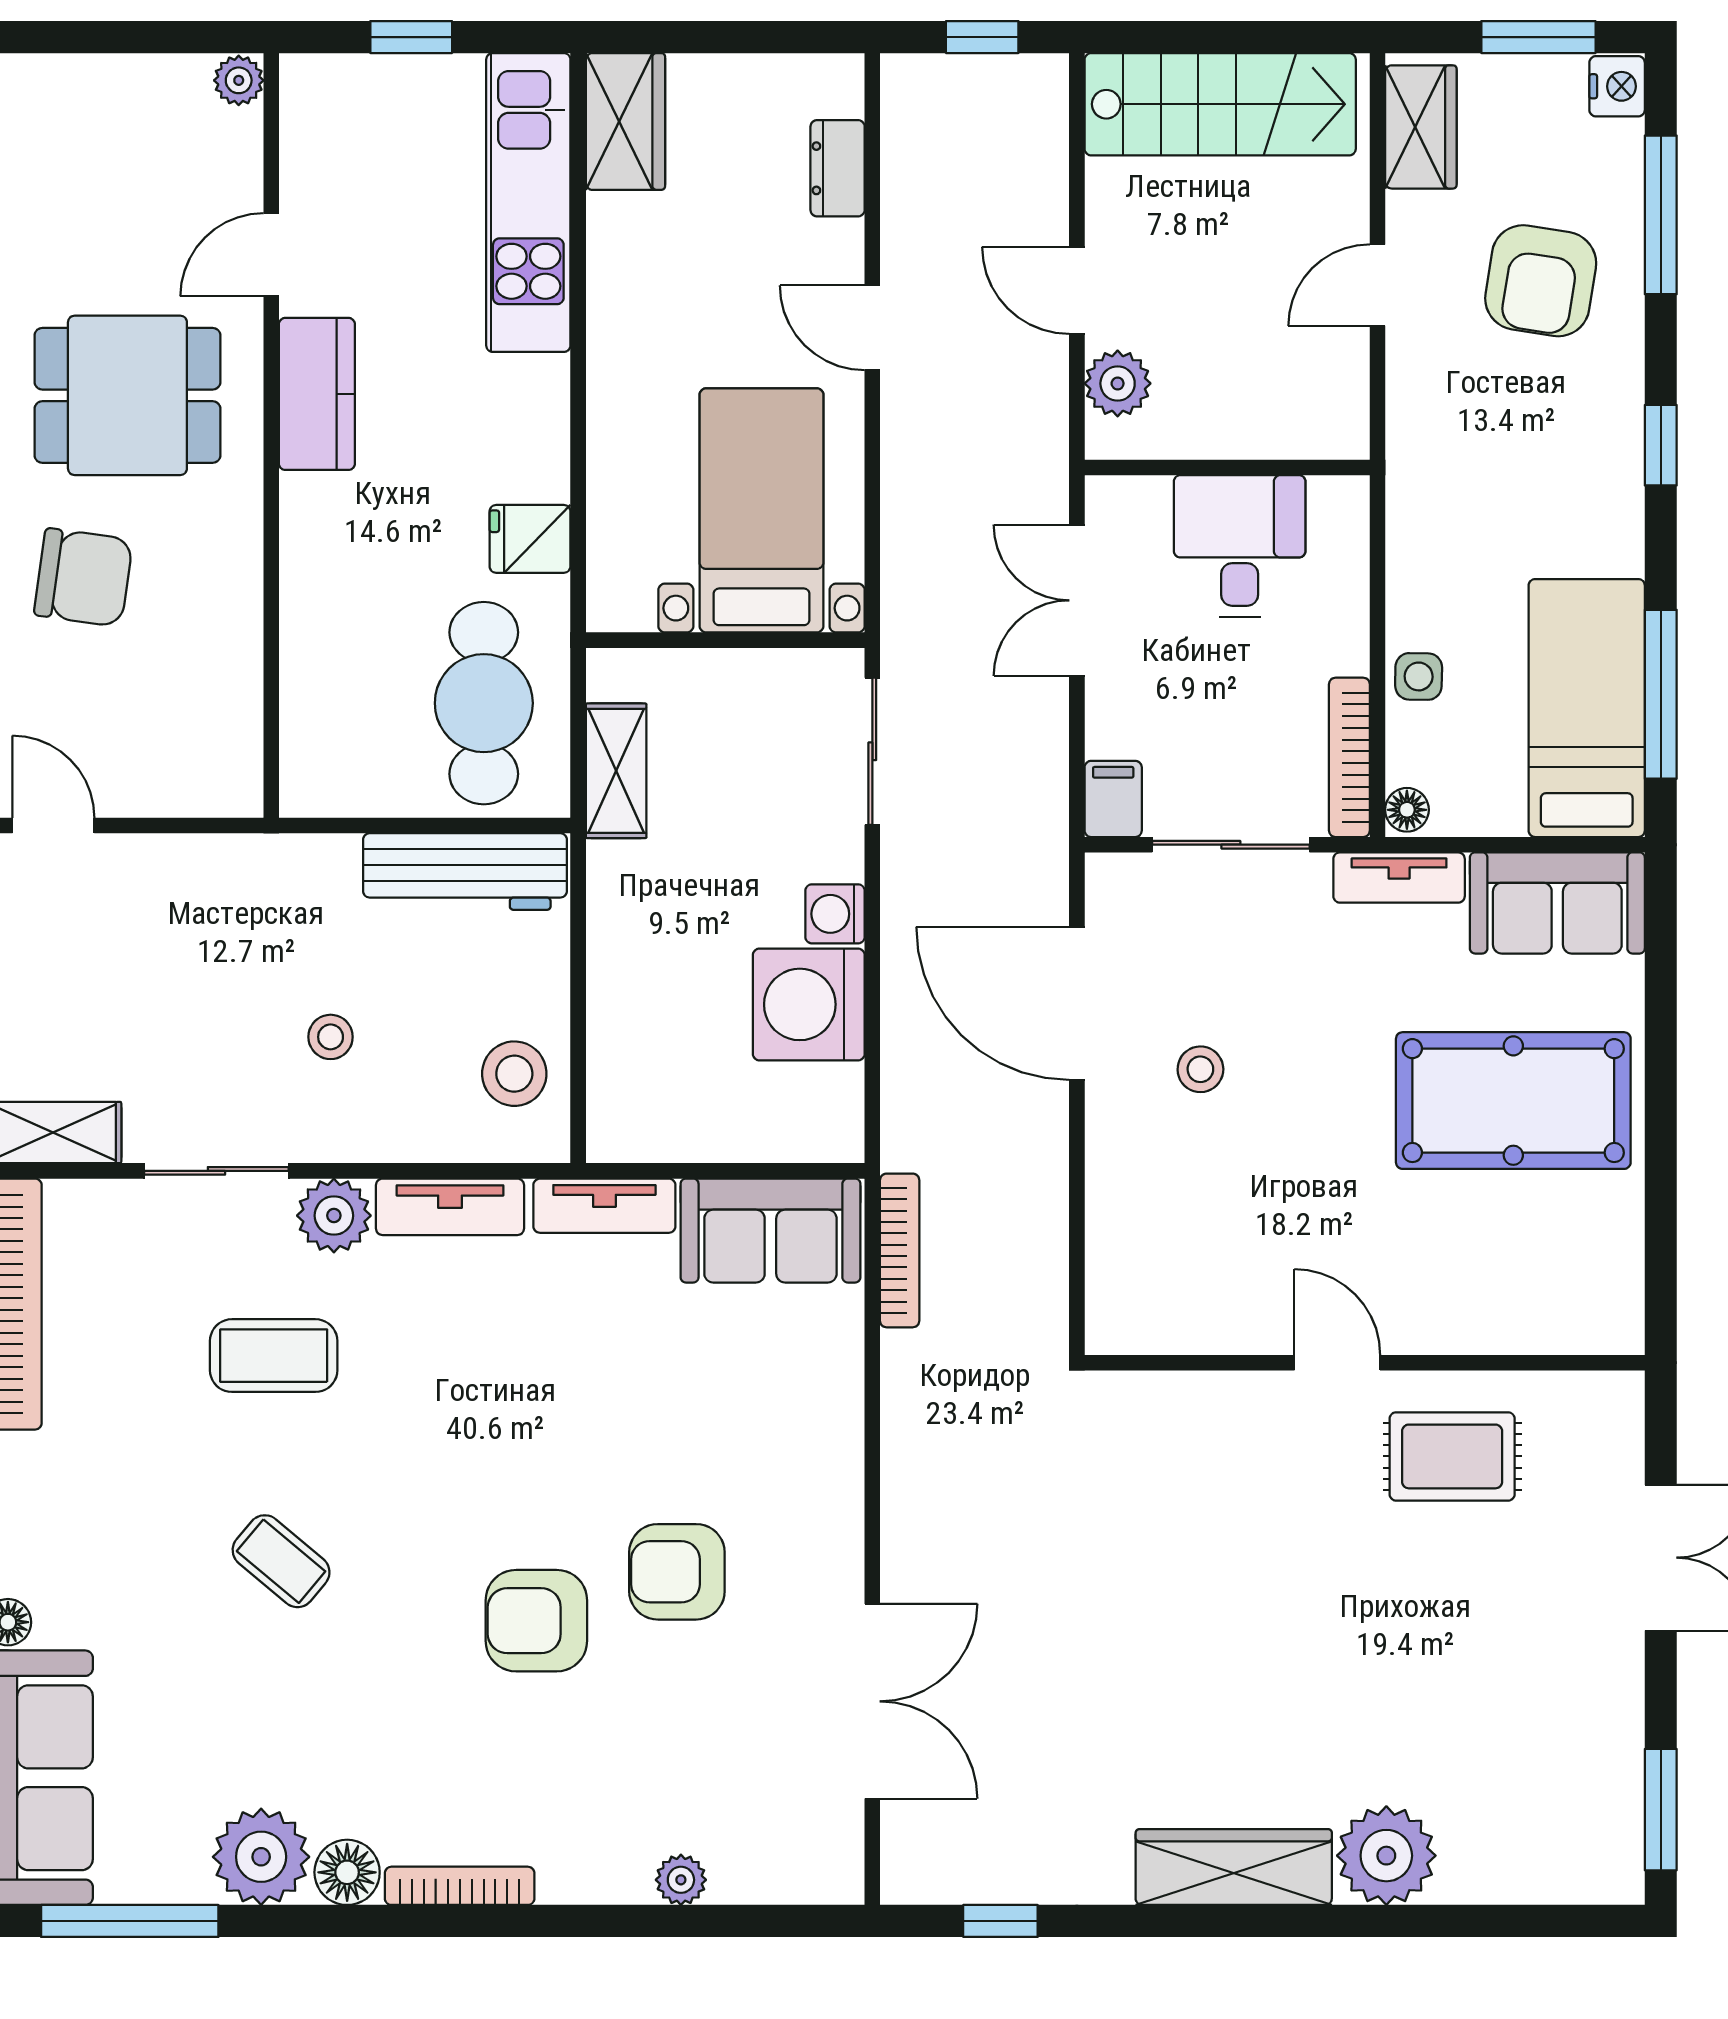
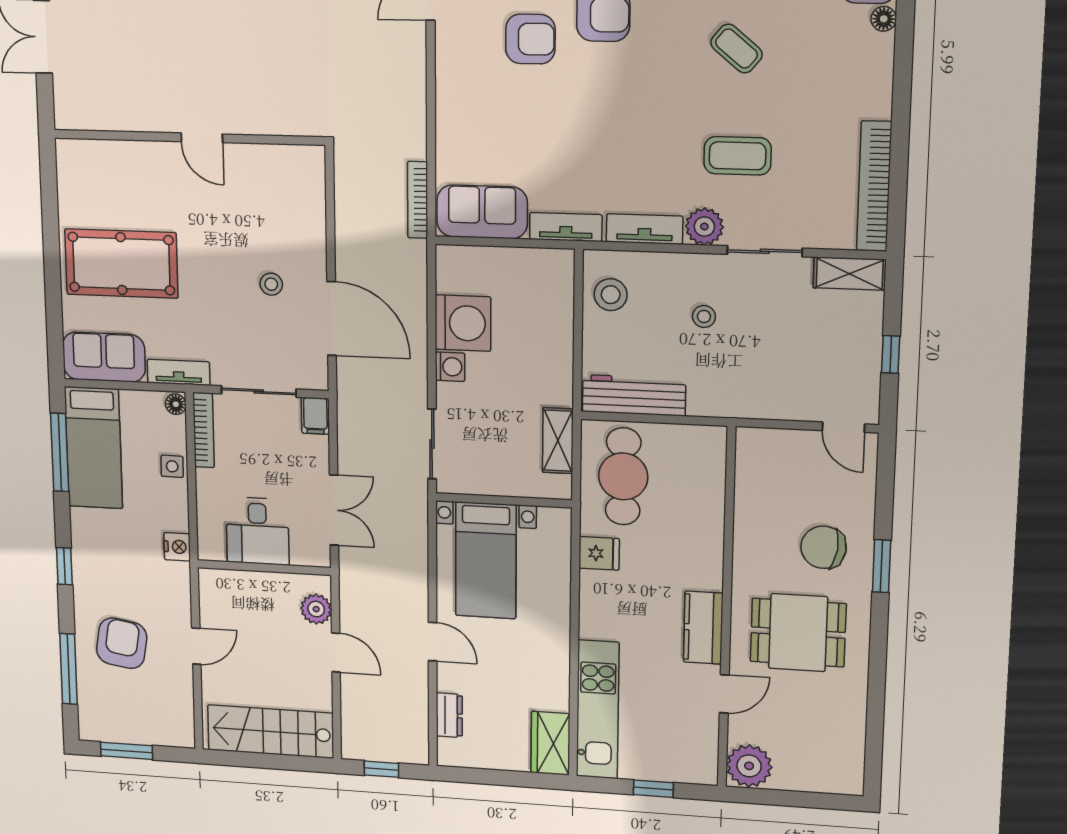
plant: (239, 80) -> (749, 766), width x1.88, depth x1.88
nightstand: (1617, 86) -> (177, 547), moved, turned 180
wardrobe: (1421, 127) -> (178, 715), removed
rug: (1452, 1456) -> (145, 90), removed

